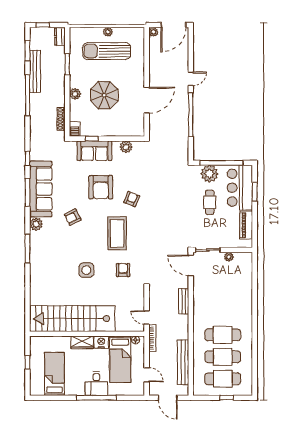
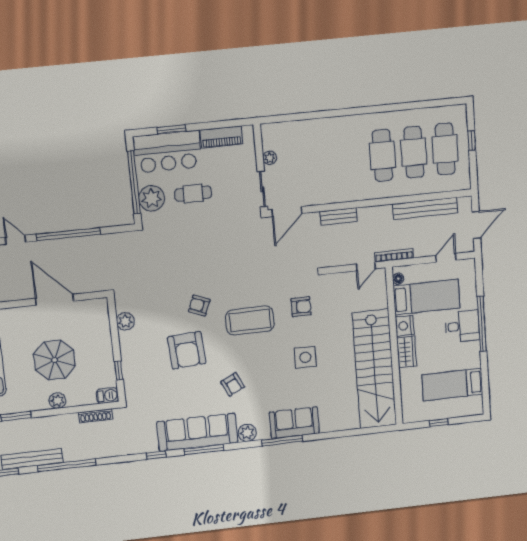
sofa: (94, 151) -> (294, 423), moved, turned -90
armchair: (101, 187) -> (187, 350), turned 86
armchair: (123, 270) -> (301, 307), turned 180

